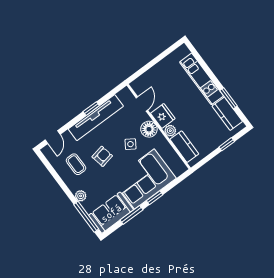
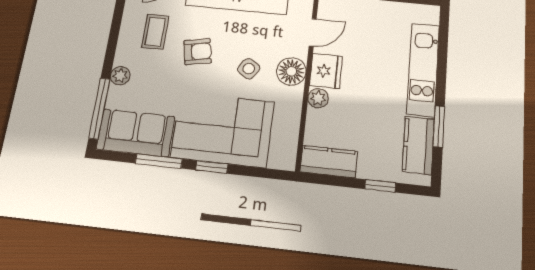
kitchen counter: (184, 147) -> (329, 162), moved, turned -90

